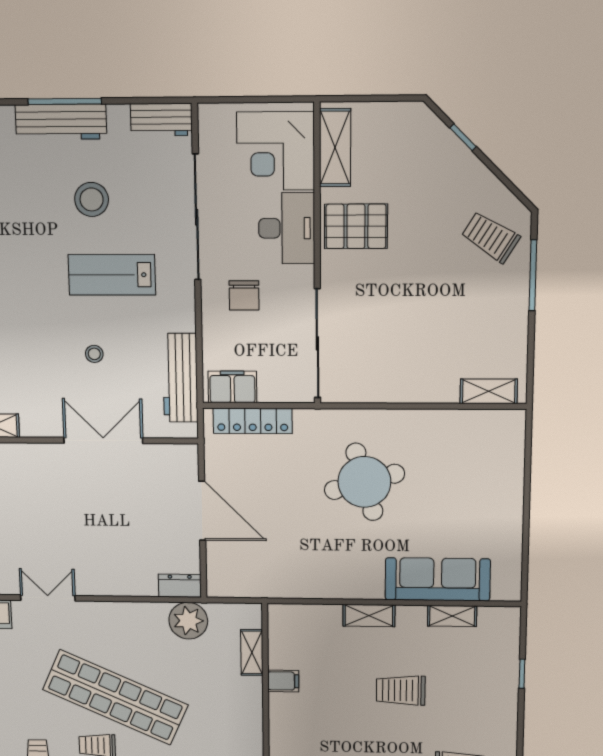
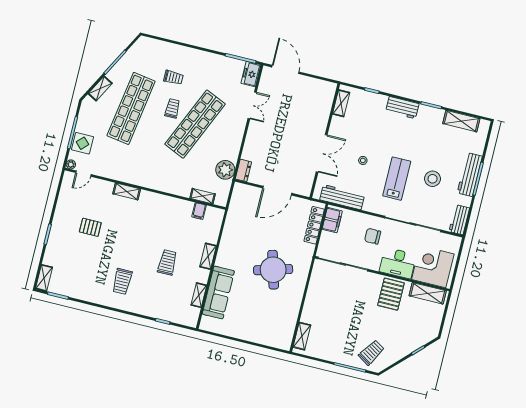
filing cabinet: (283, 681) -> (199, 211), moved

